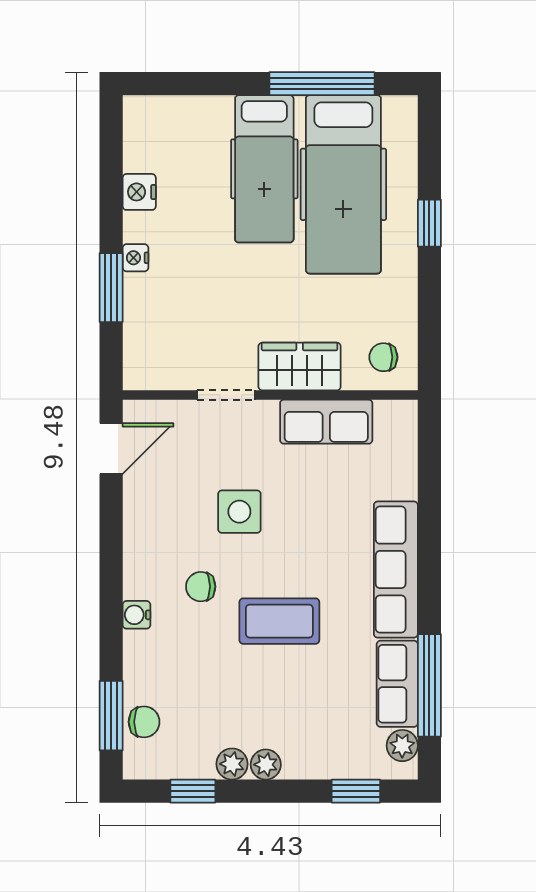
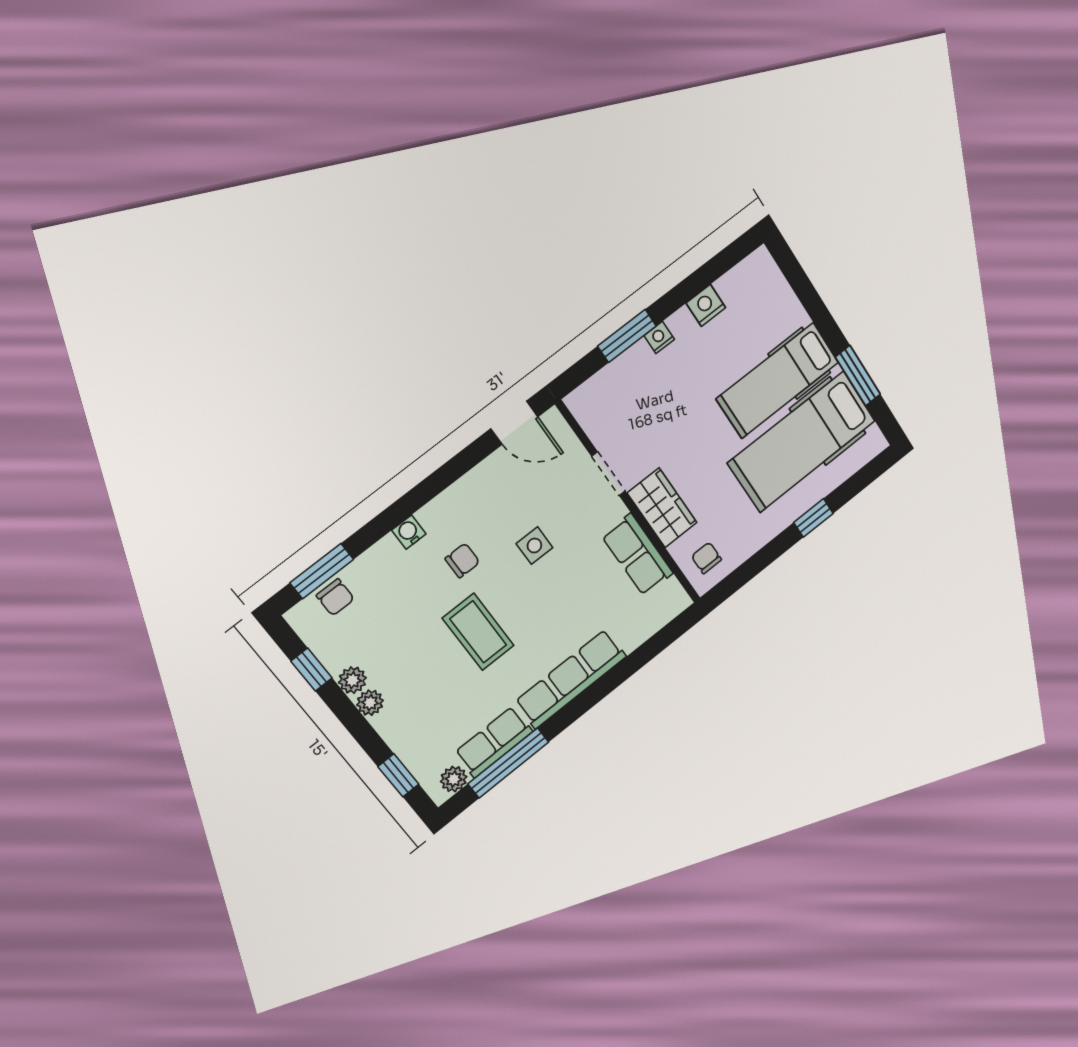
window: (322, 84) -> (858, 376), width x0.69
side table: (239, 512) -> (534, 546), width x0.73, depth x0.73
chair: (201, 587) -> (462, 560), turned 90

